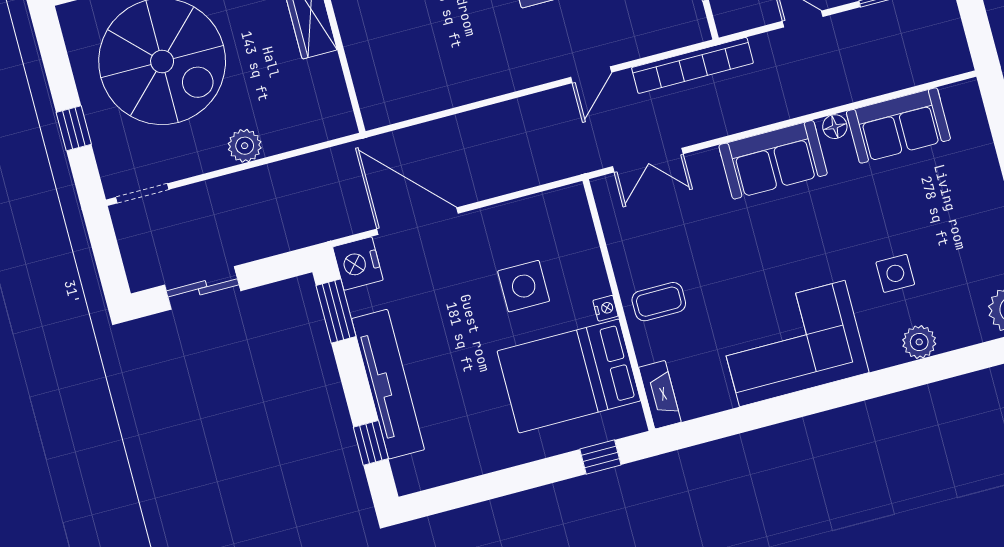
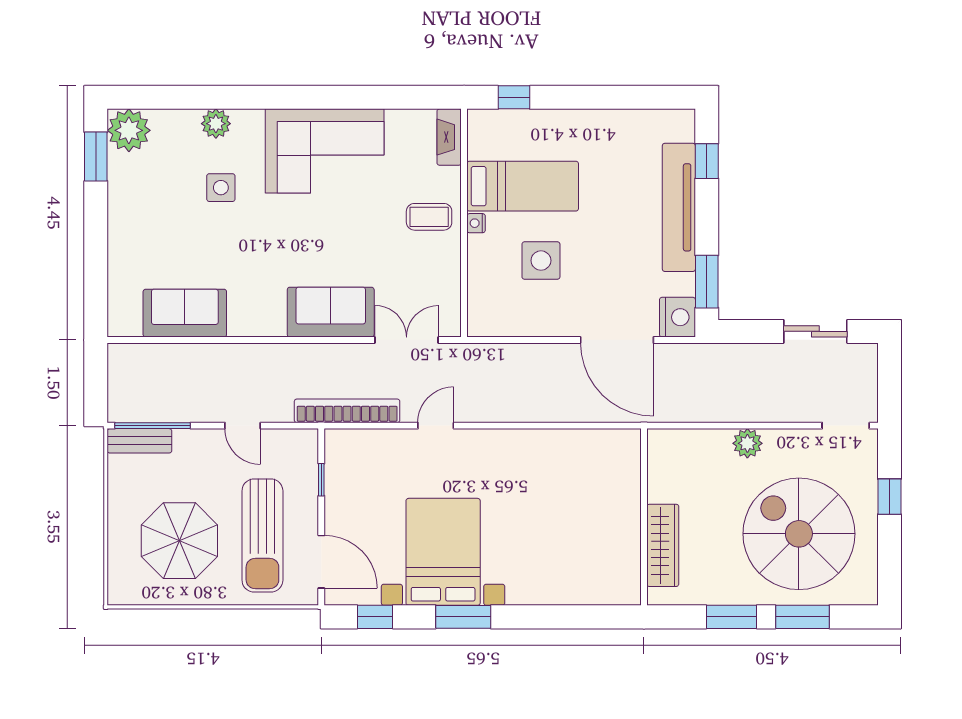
floor lamp: (835, 127) -> (239, 326), removed
sofa: (773, 160) -> (331, 312), moved
bed: (569, 376) -> (523, 186), width x0.67

